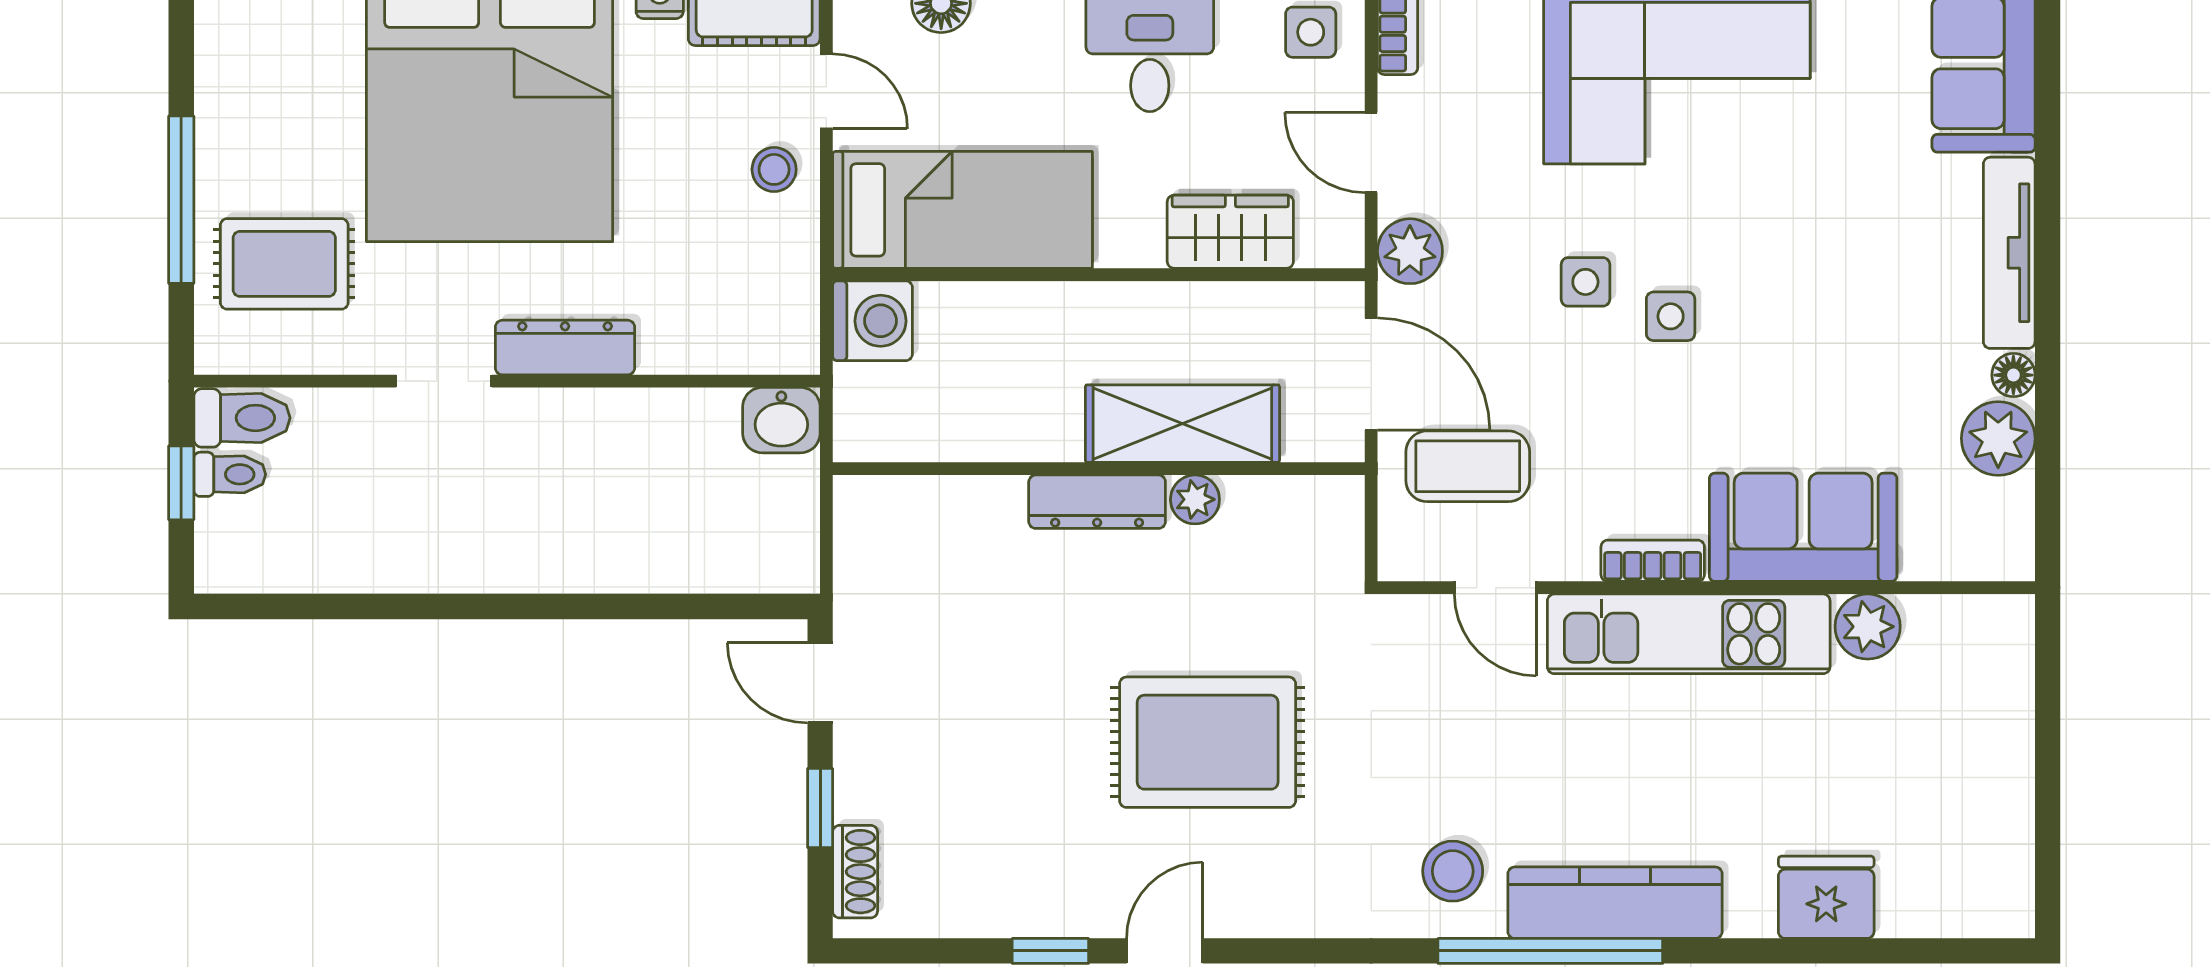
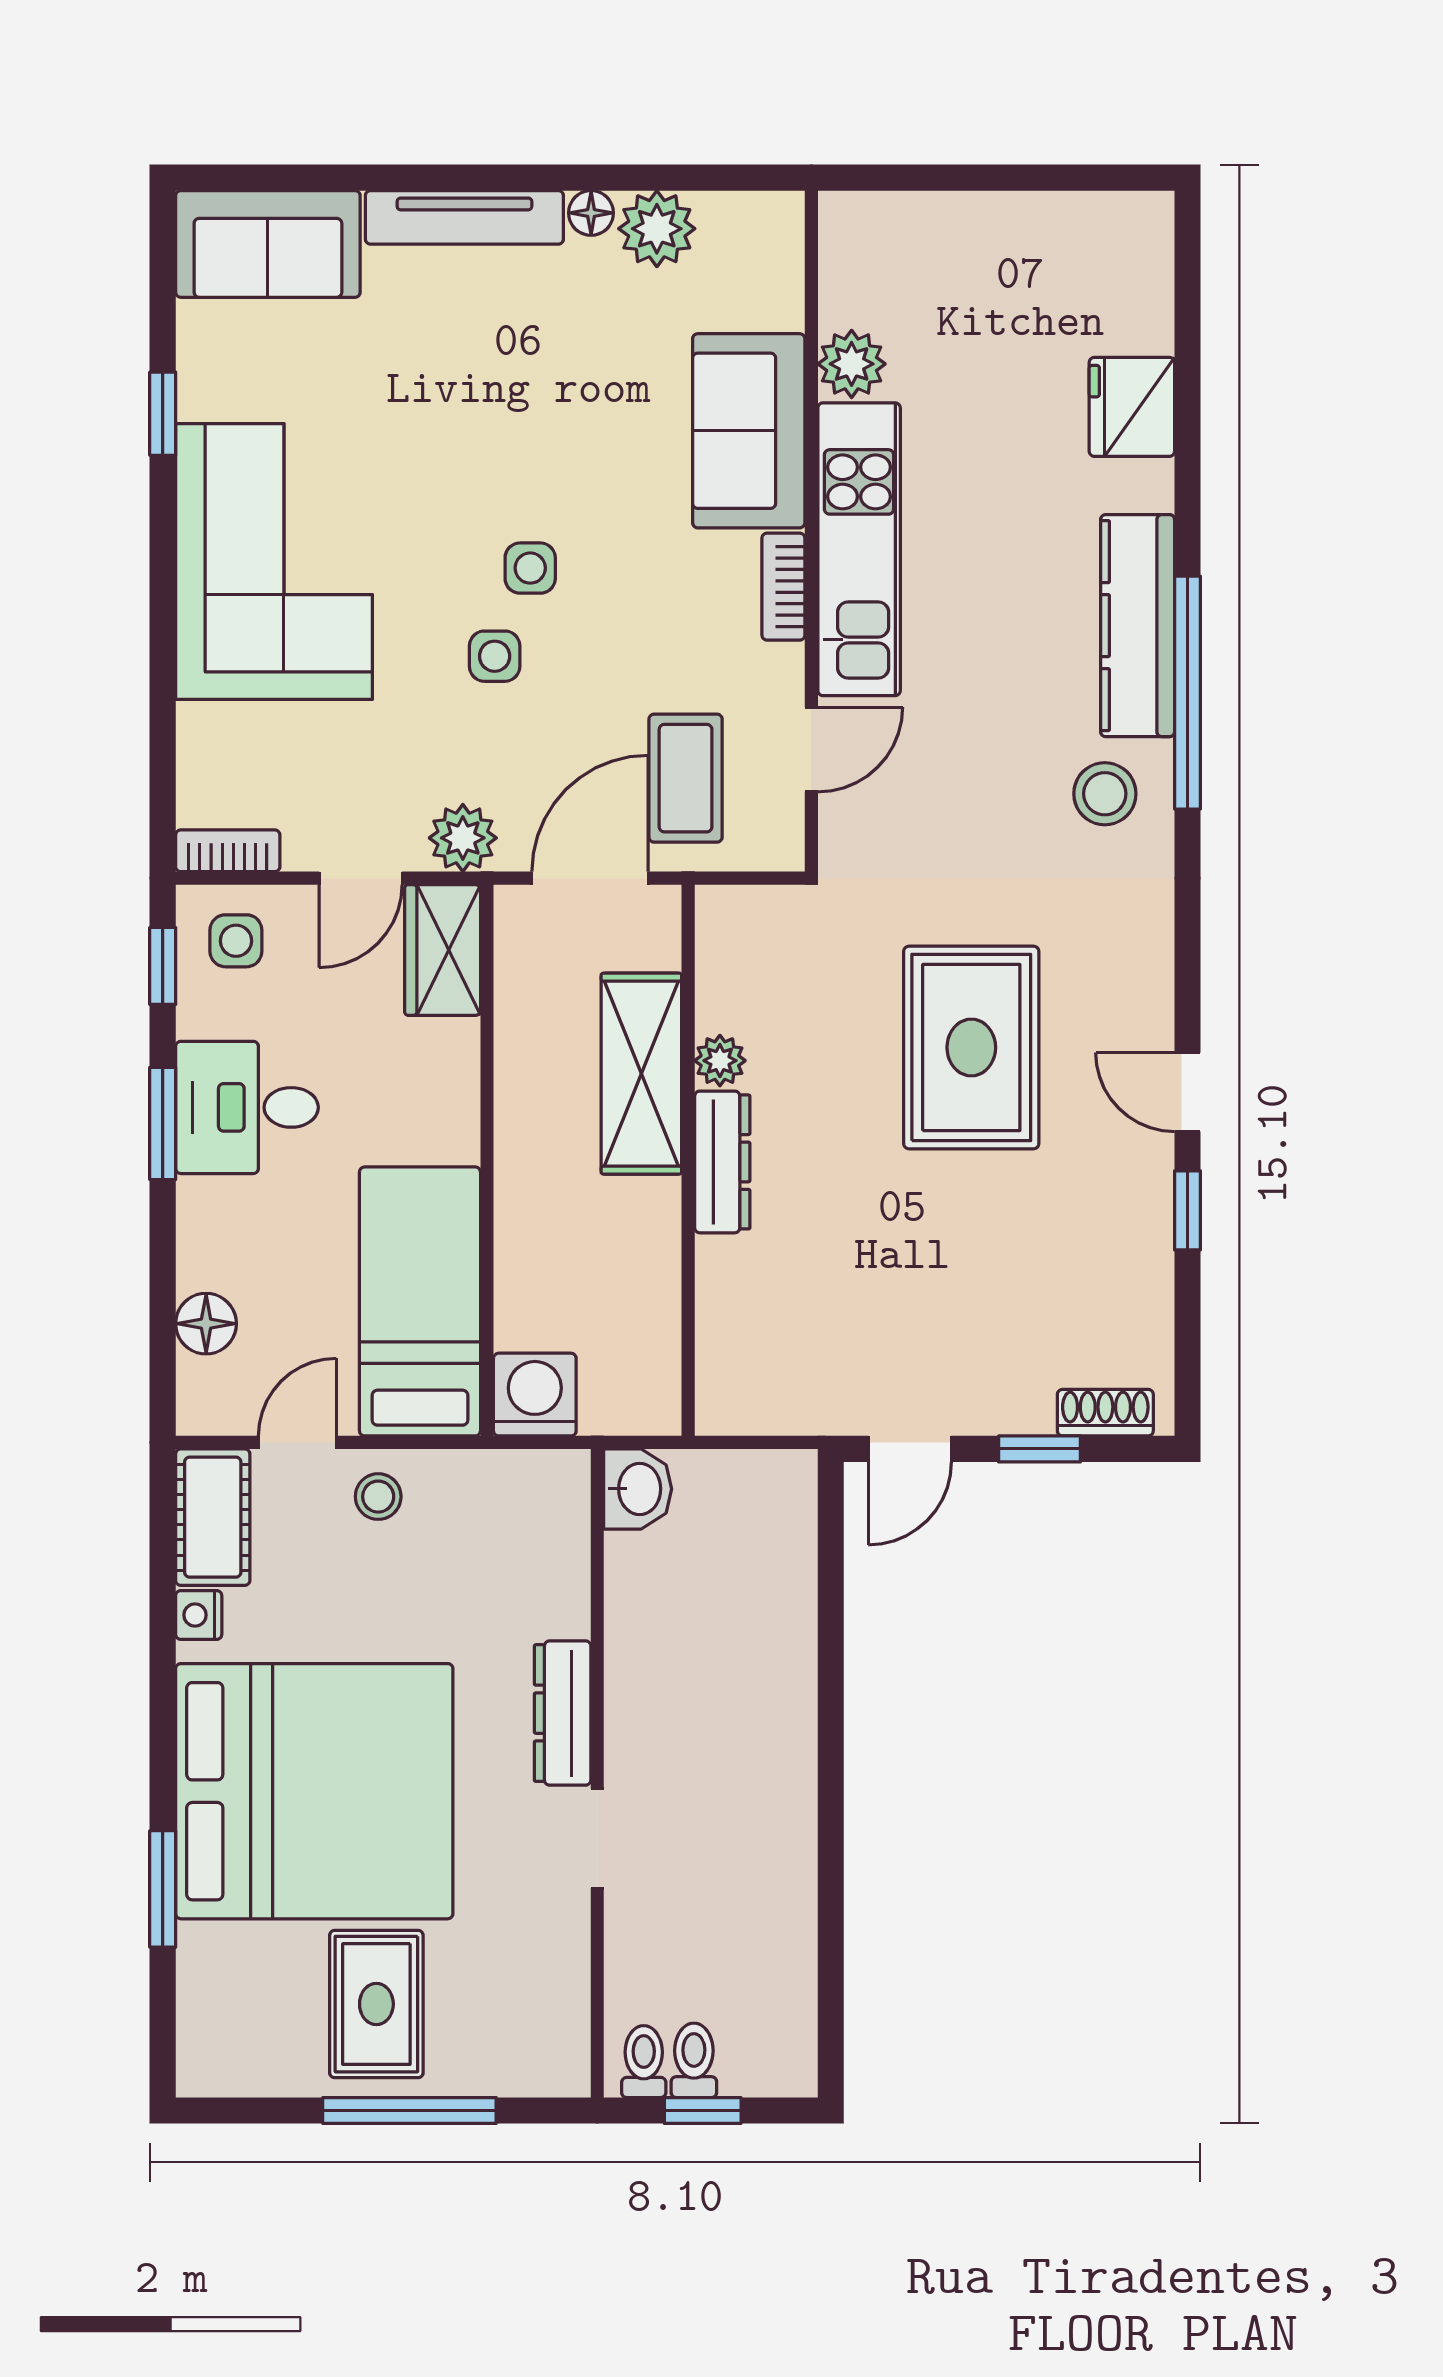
wardrobe: (1230, 232) -> (443, 950), moved
rug: (284, 264) -> (376, 2004), moved
toilet: (242, 418) -> (644, 2062), width x0.73, depth x0.72

